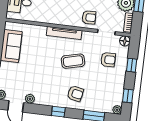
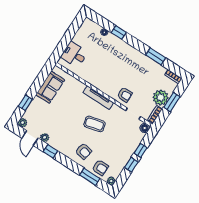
armchair: (108, 60) -> (100, 168), moved
window: (128, 96) -> (131, 165), moved
window: (58, 112) -> (51, 151), moved

